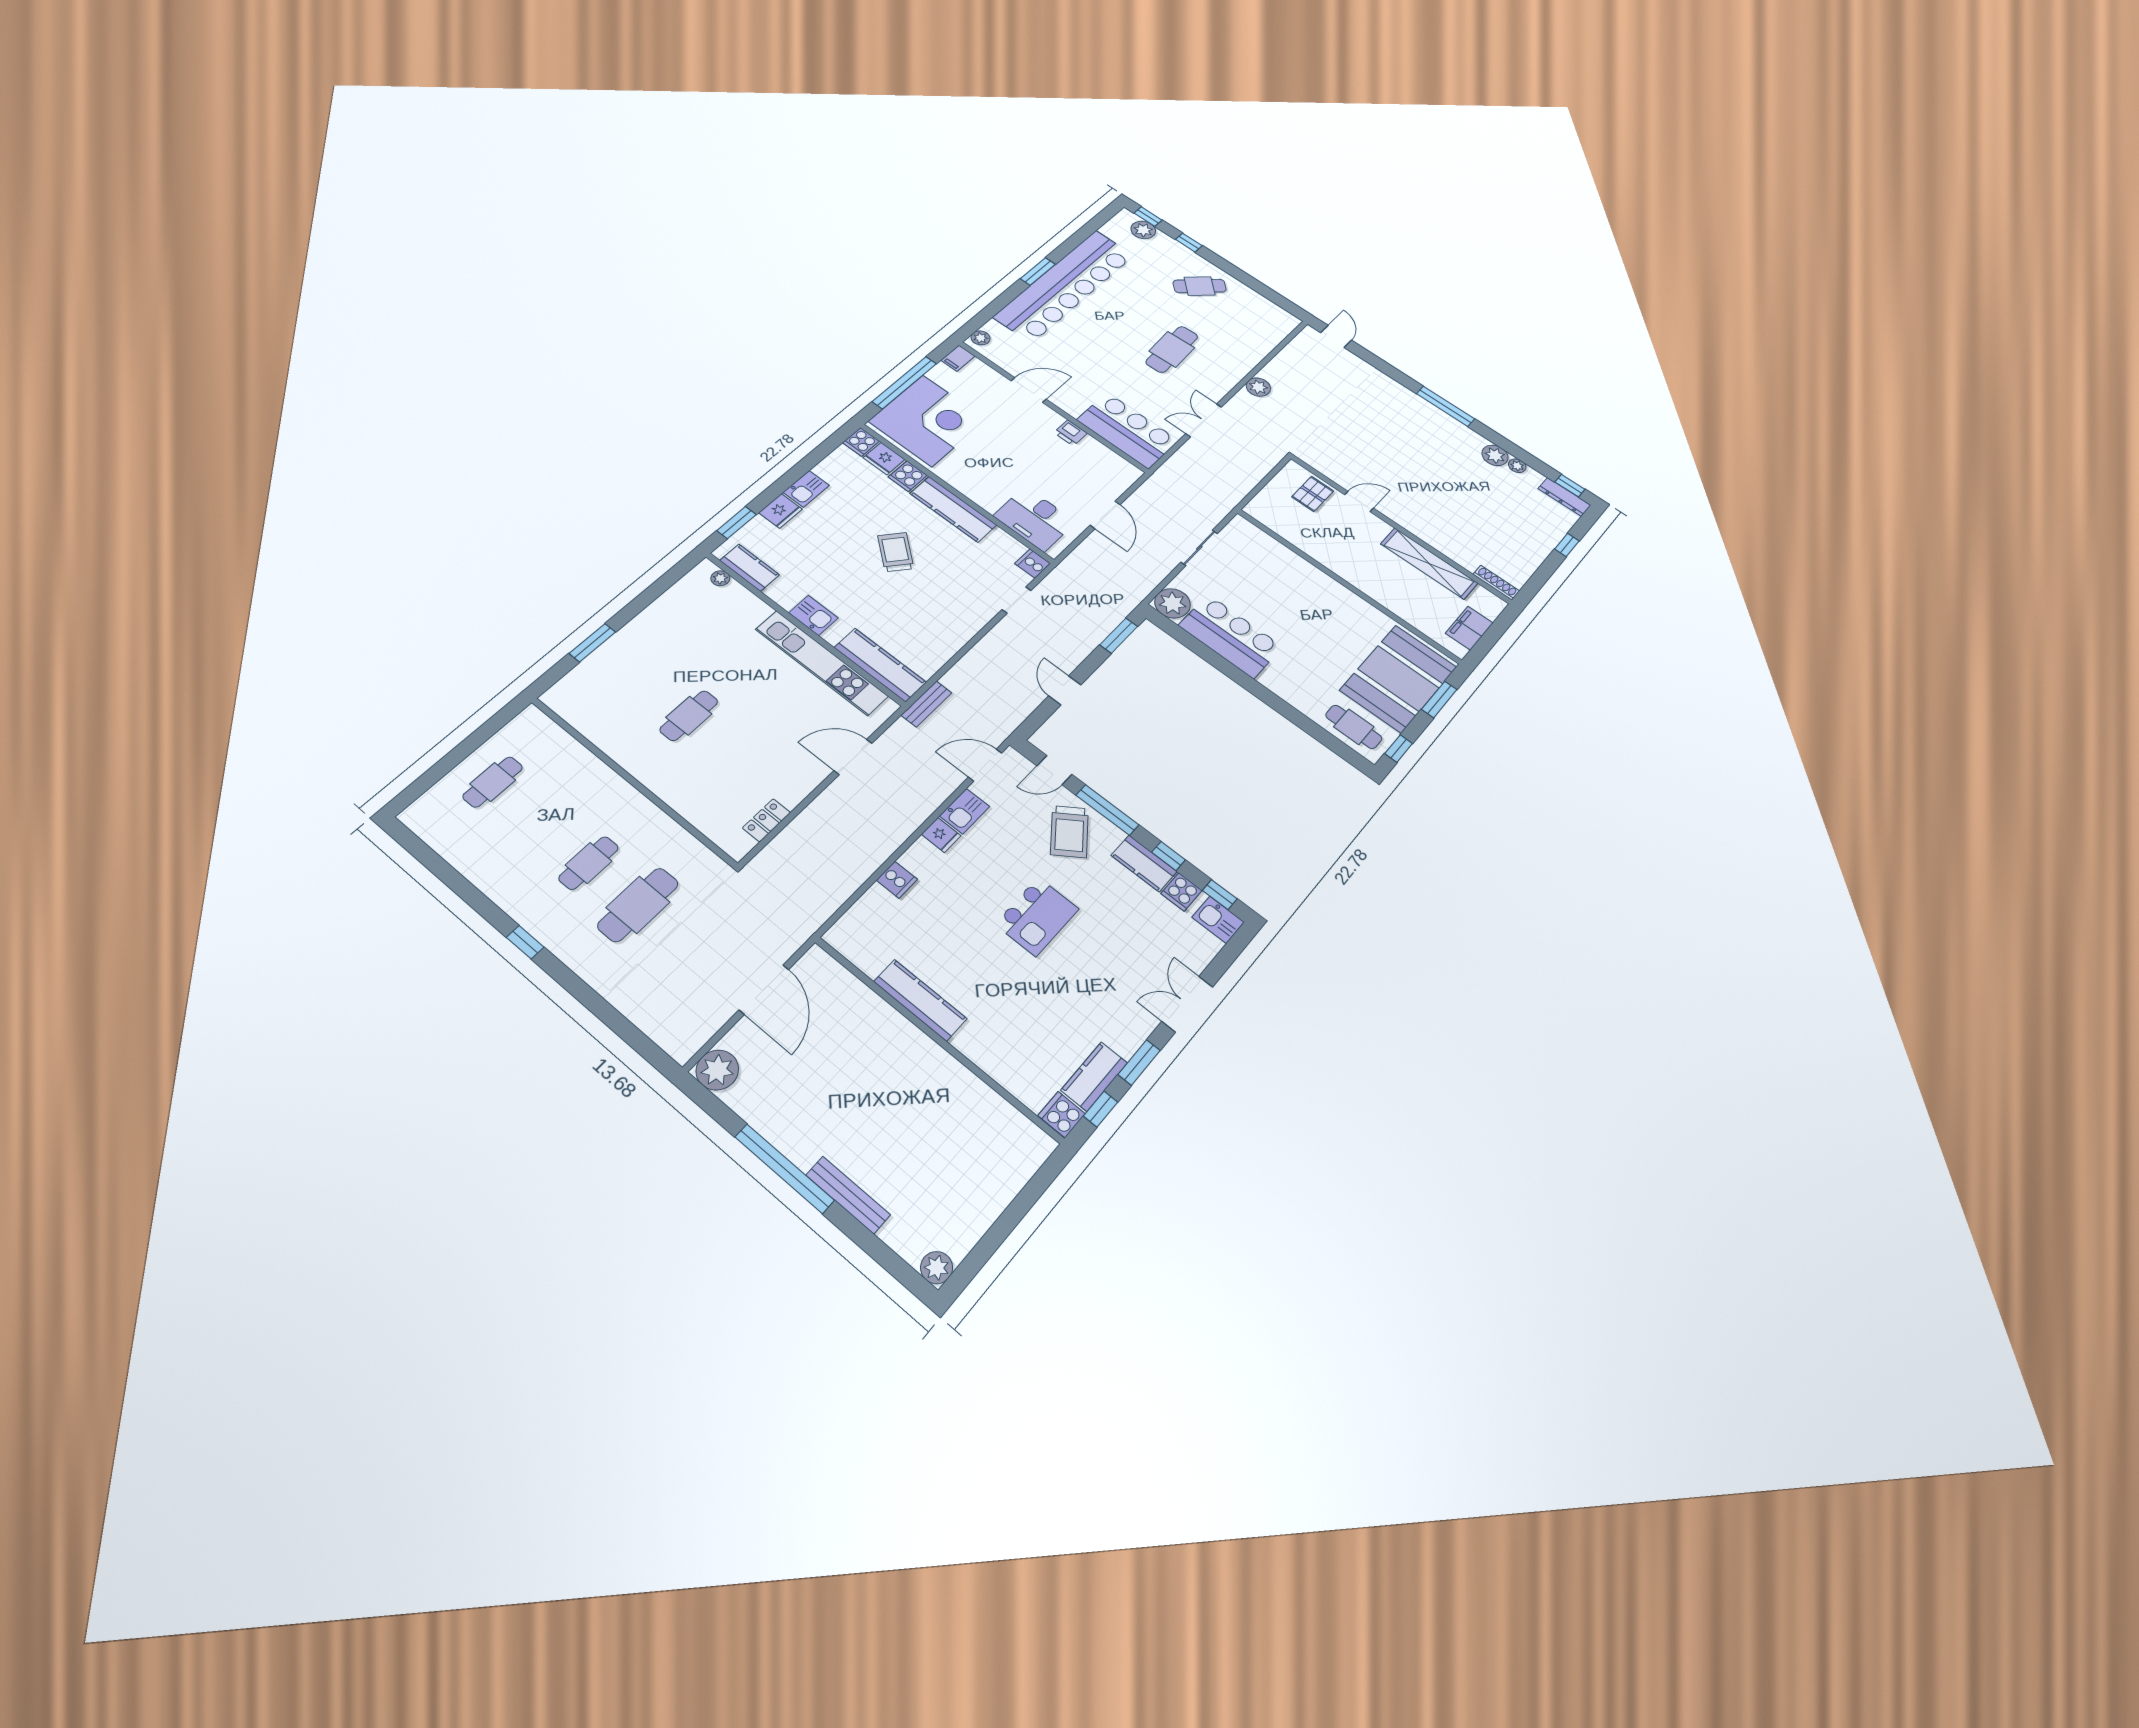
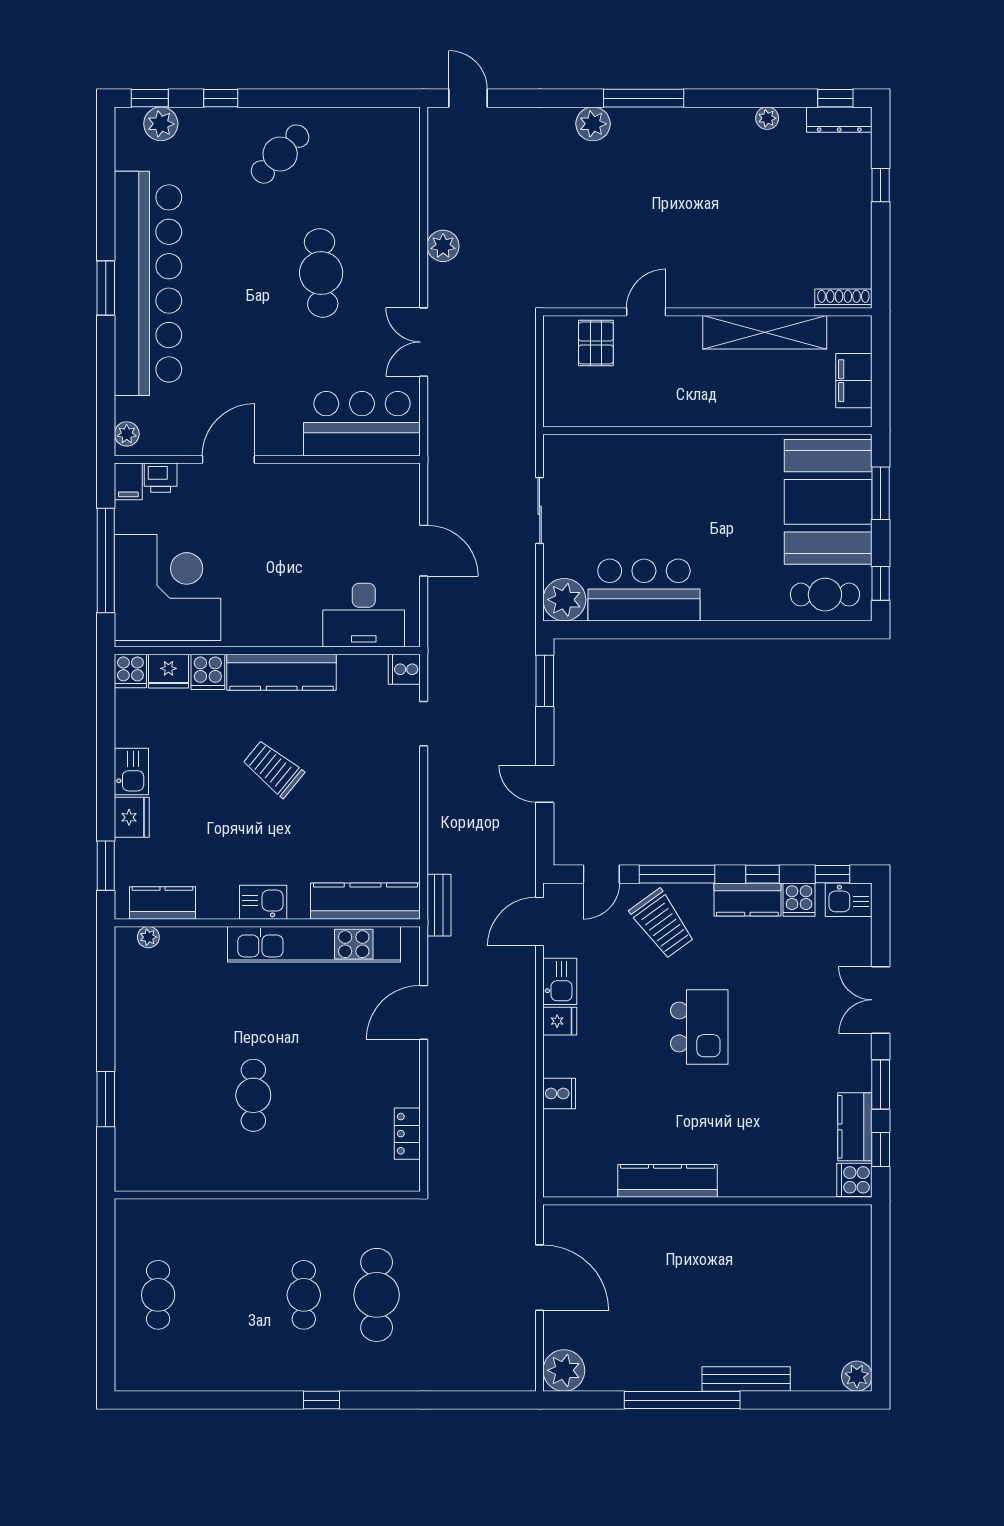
printer: (1071, 433) -> (161, 478), moved
plant: (1495, 455) -> (593, 124), moved

